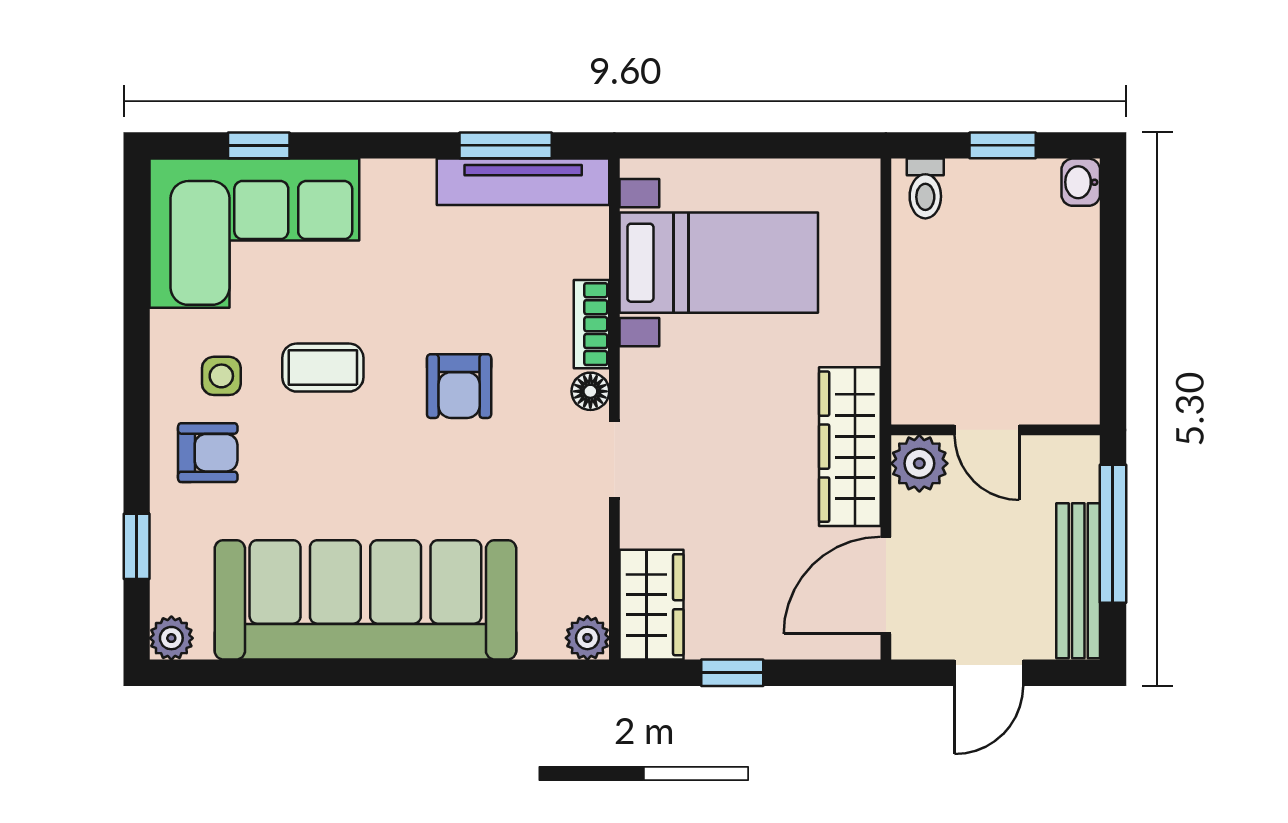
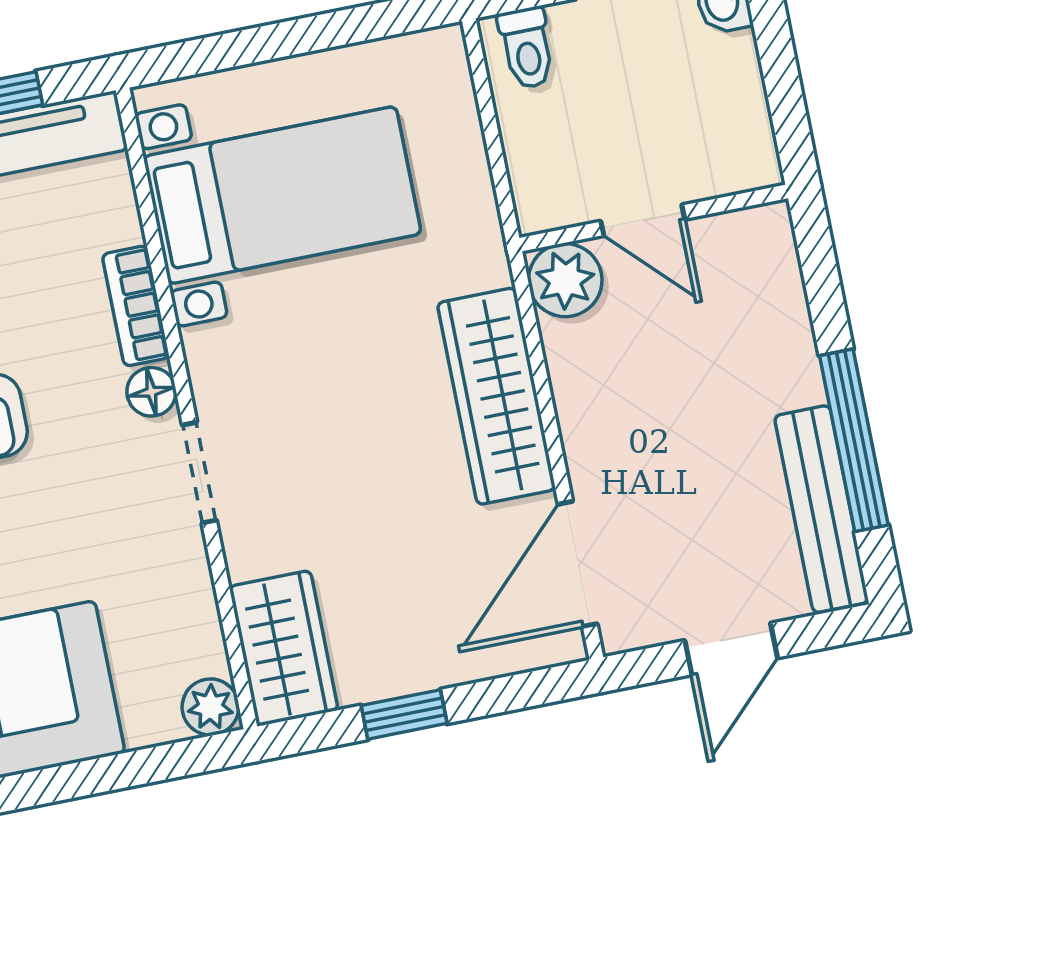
door: (987, 430) -> (643, 220), moved
wall: (996, 430) -> (654, 218), moved
plant: (919, 463) -> (565, 280), moved

